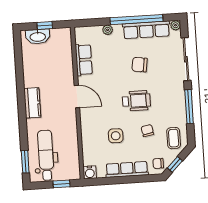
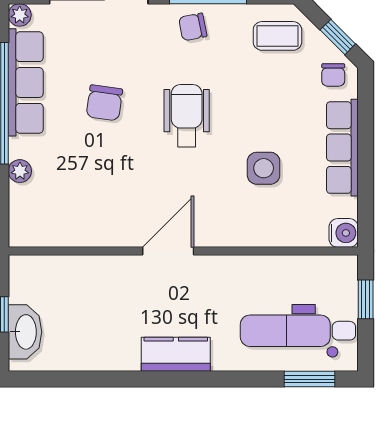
row of seats: (84, 60) -> (85, 230), removed
chair: (147, 131) -> (193, 27), moved

